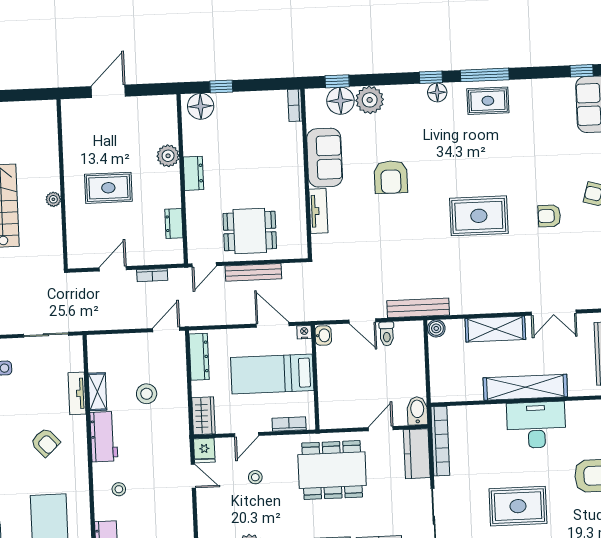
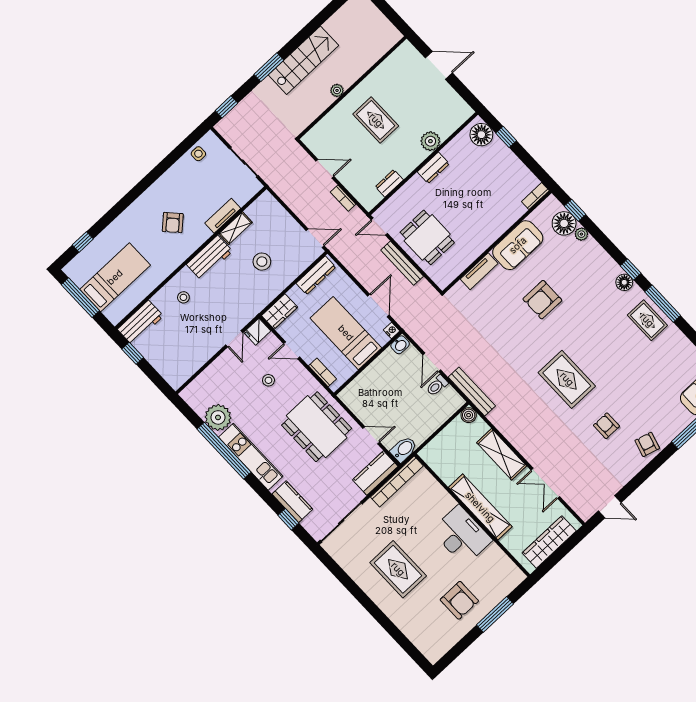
plant: (370, 100) -> (581, 234), width x0.53, depth x0.53

